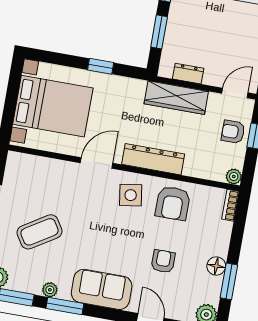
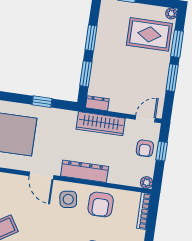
dresser: (188, 74) -> (97, 103), moved
armchair: (233, 132) -> (145, 148), turned -90
door: (97, 163) -> (41, 176), swing flipped
bookcase: (230, 205) -> (144, 211), width x1.56

